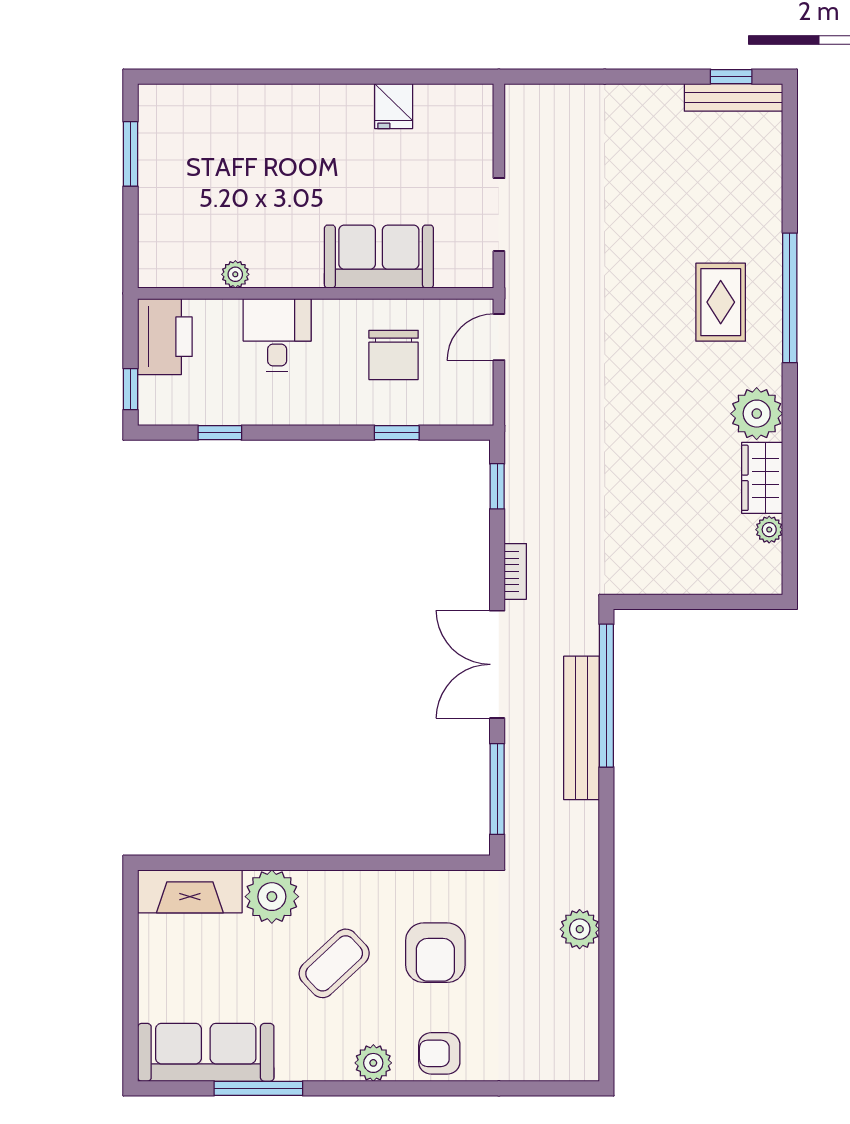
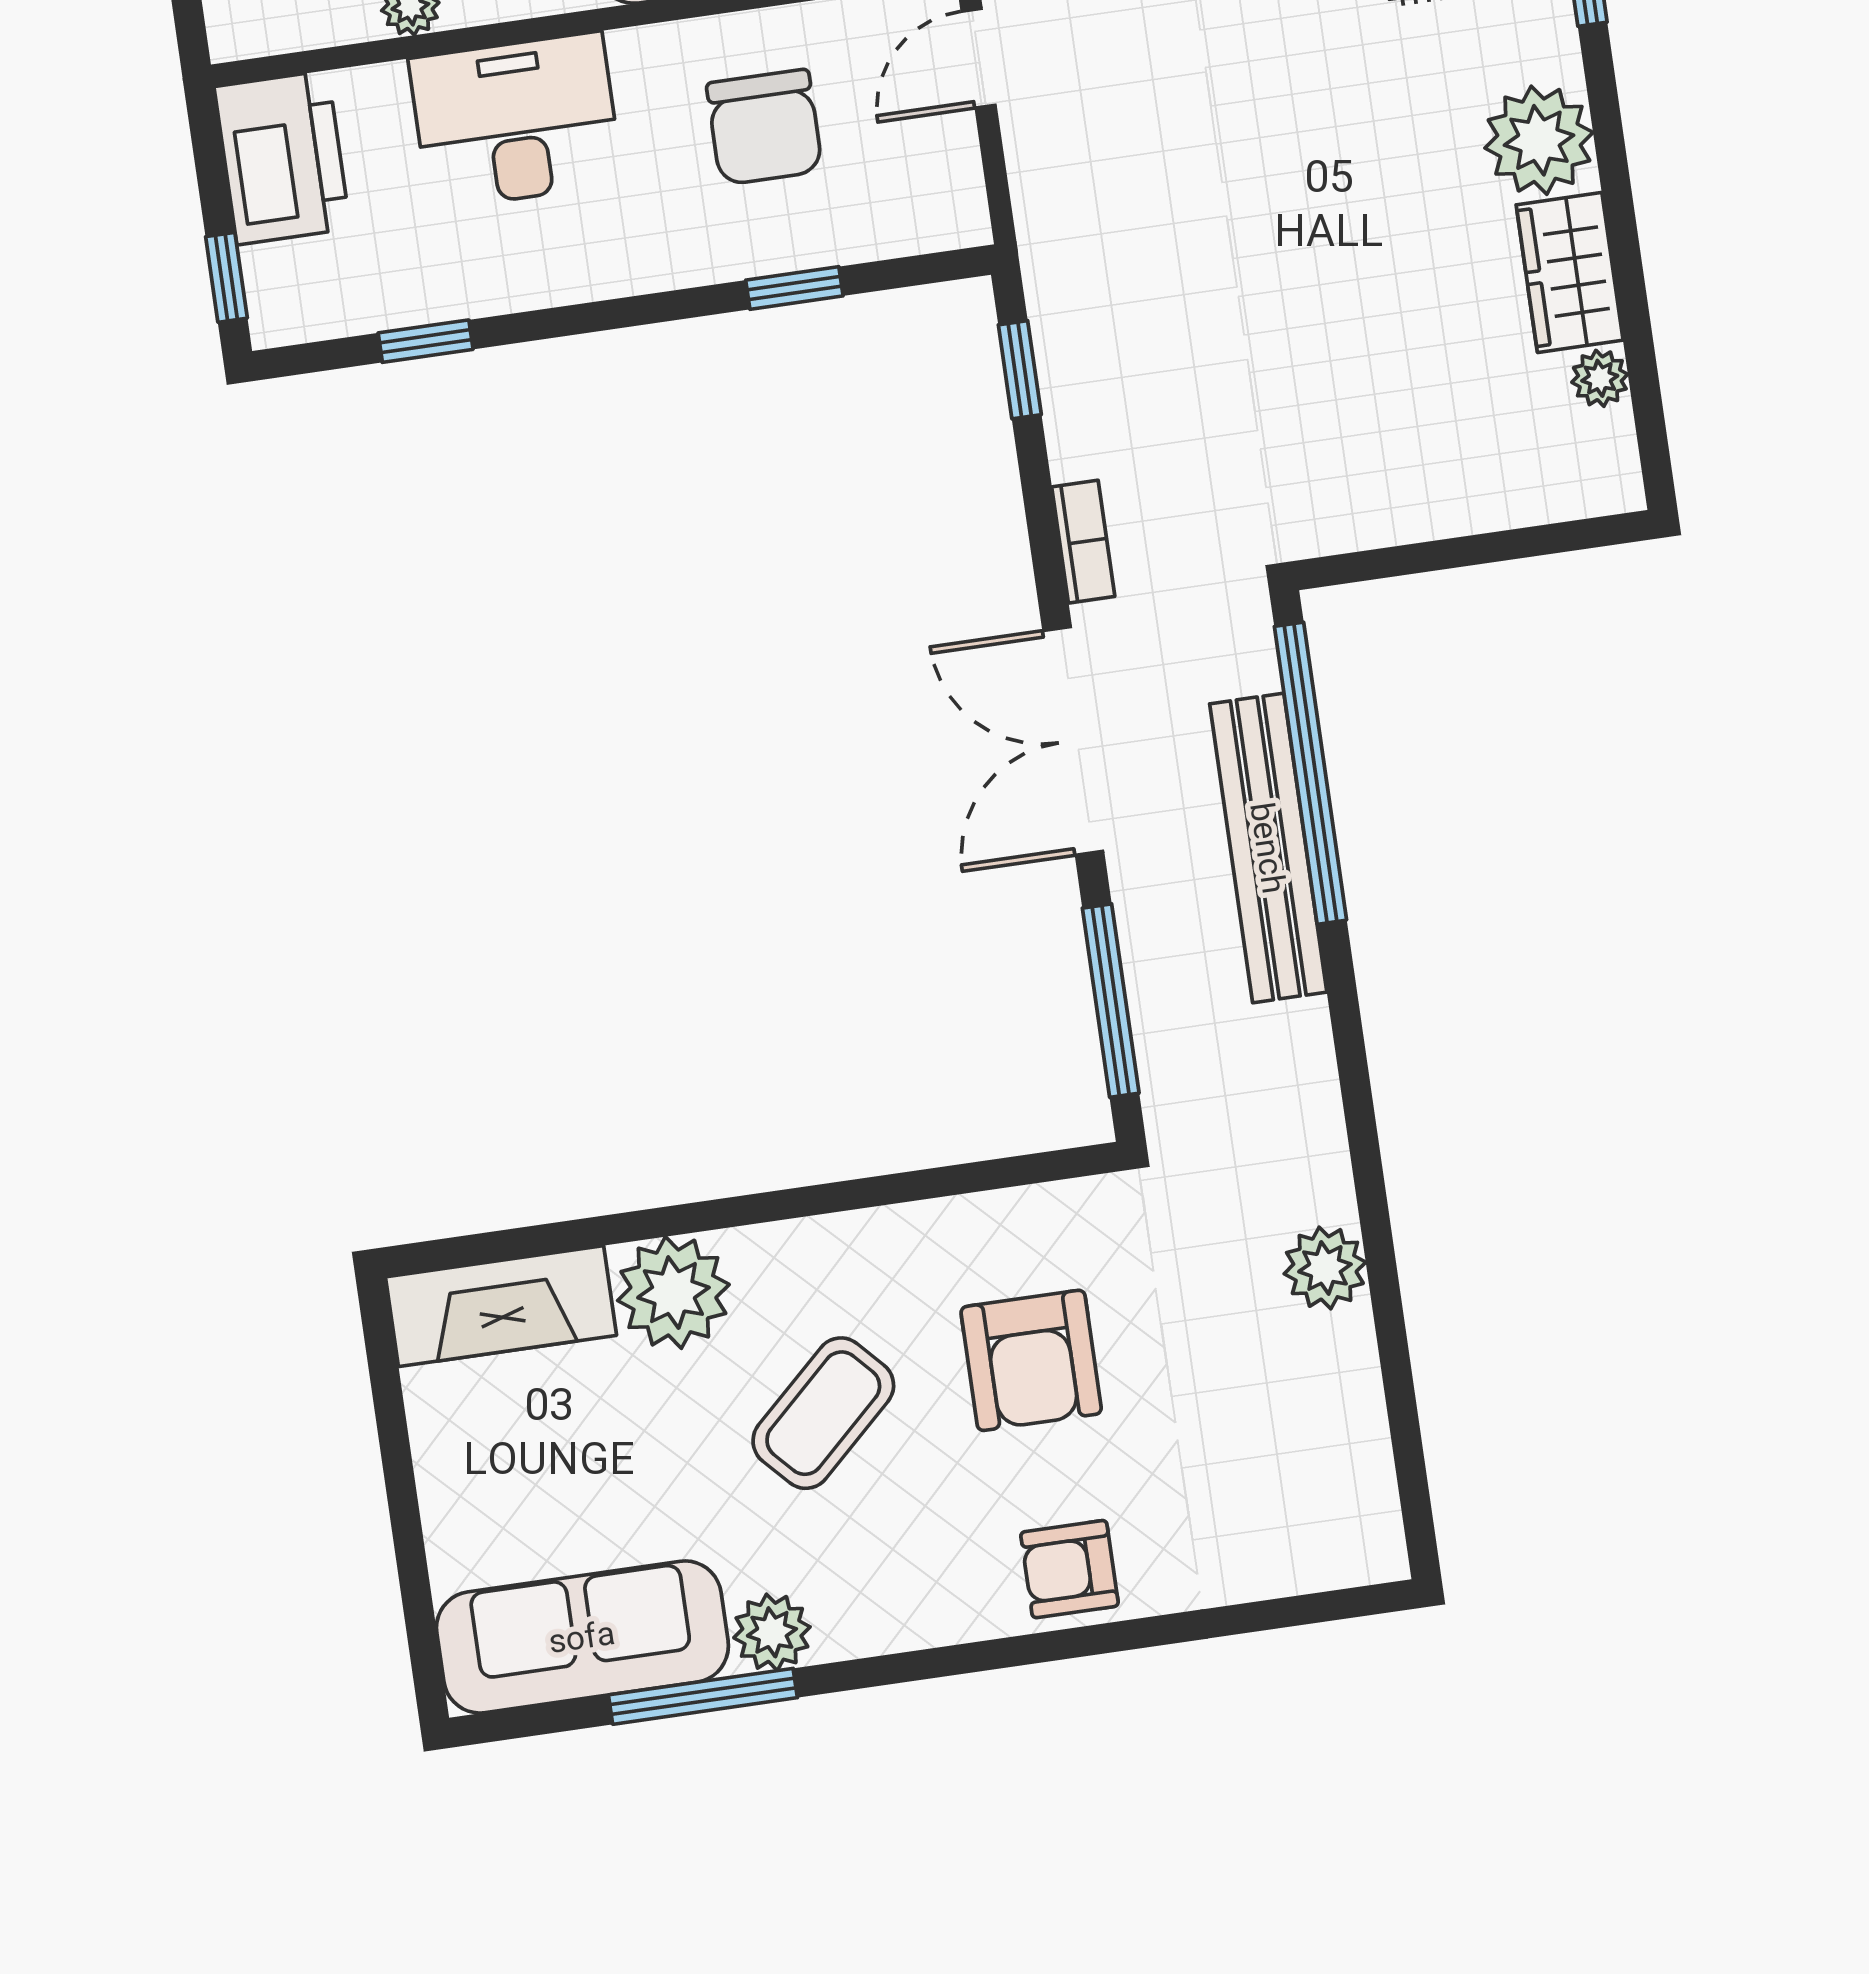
desk: (277, 335) -> (516, 121), width x1.37
plant: (373, 1063) -> (772, 1632), moved

